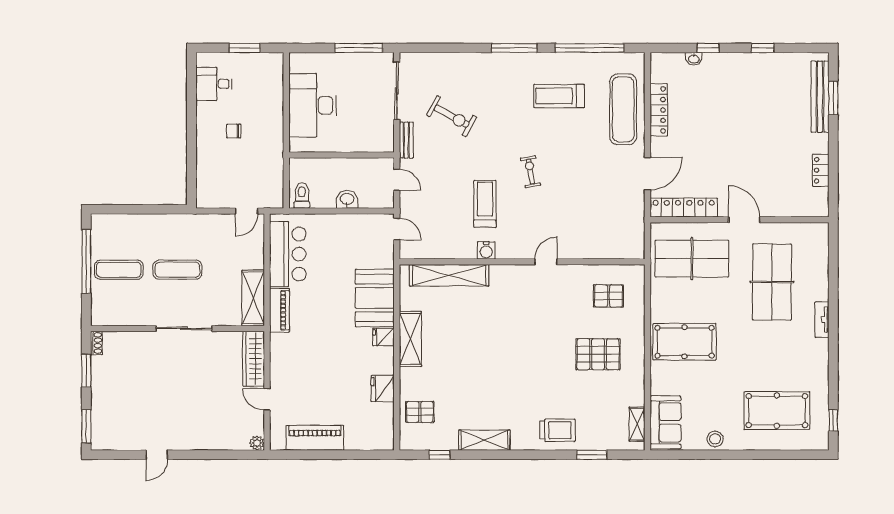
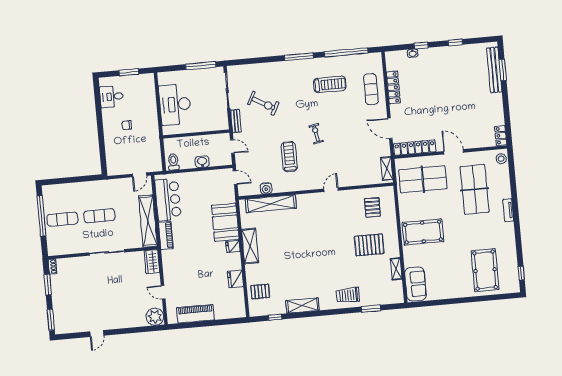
treadmill: (559, 96) -> (330, 84), turned 180
exercise mat: (623, 109) -> (371, 89), width x0.73, depth x0.69
locker: (821, 170) -> (501, 136), moved
door: (647, 174) -> (390, 128), swing flipped
shelving: (637, 237) -> (387, 169), added
water cooler: (486, 250) -> (266, 188), moved
pallet: (609, 296) -> (372, 208), turned 90
shelving: (253, 298) -> (148, 221), width x1.47
wardrobe: (254, 359) -> (152, 262), width x0.67
pool table: (777, 411) -> (485, 270), turned 90
shelving: (637, 424) -> (396, 269), moved
trolley: (557, 430) -> (348, 295), turned 180
stool: (715, 439) -> (501, 159), moved
plant: (257, 443) -> (155, 317), width x1.87, depth x1.87

